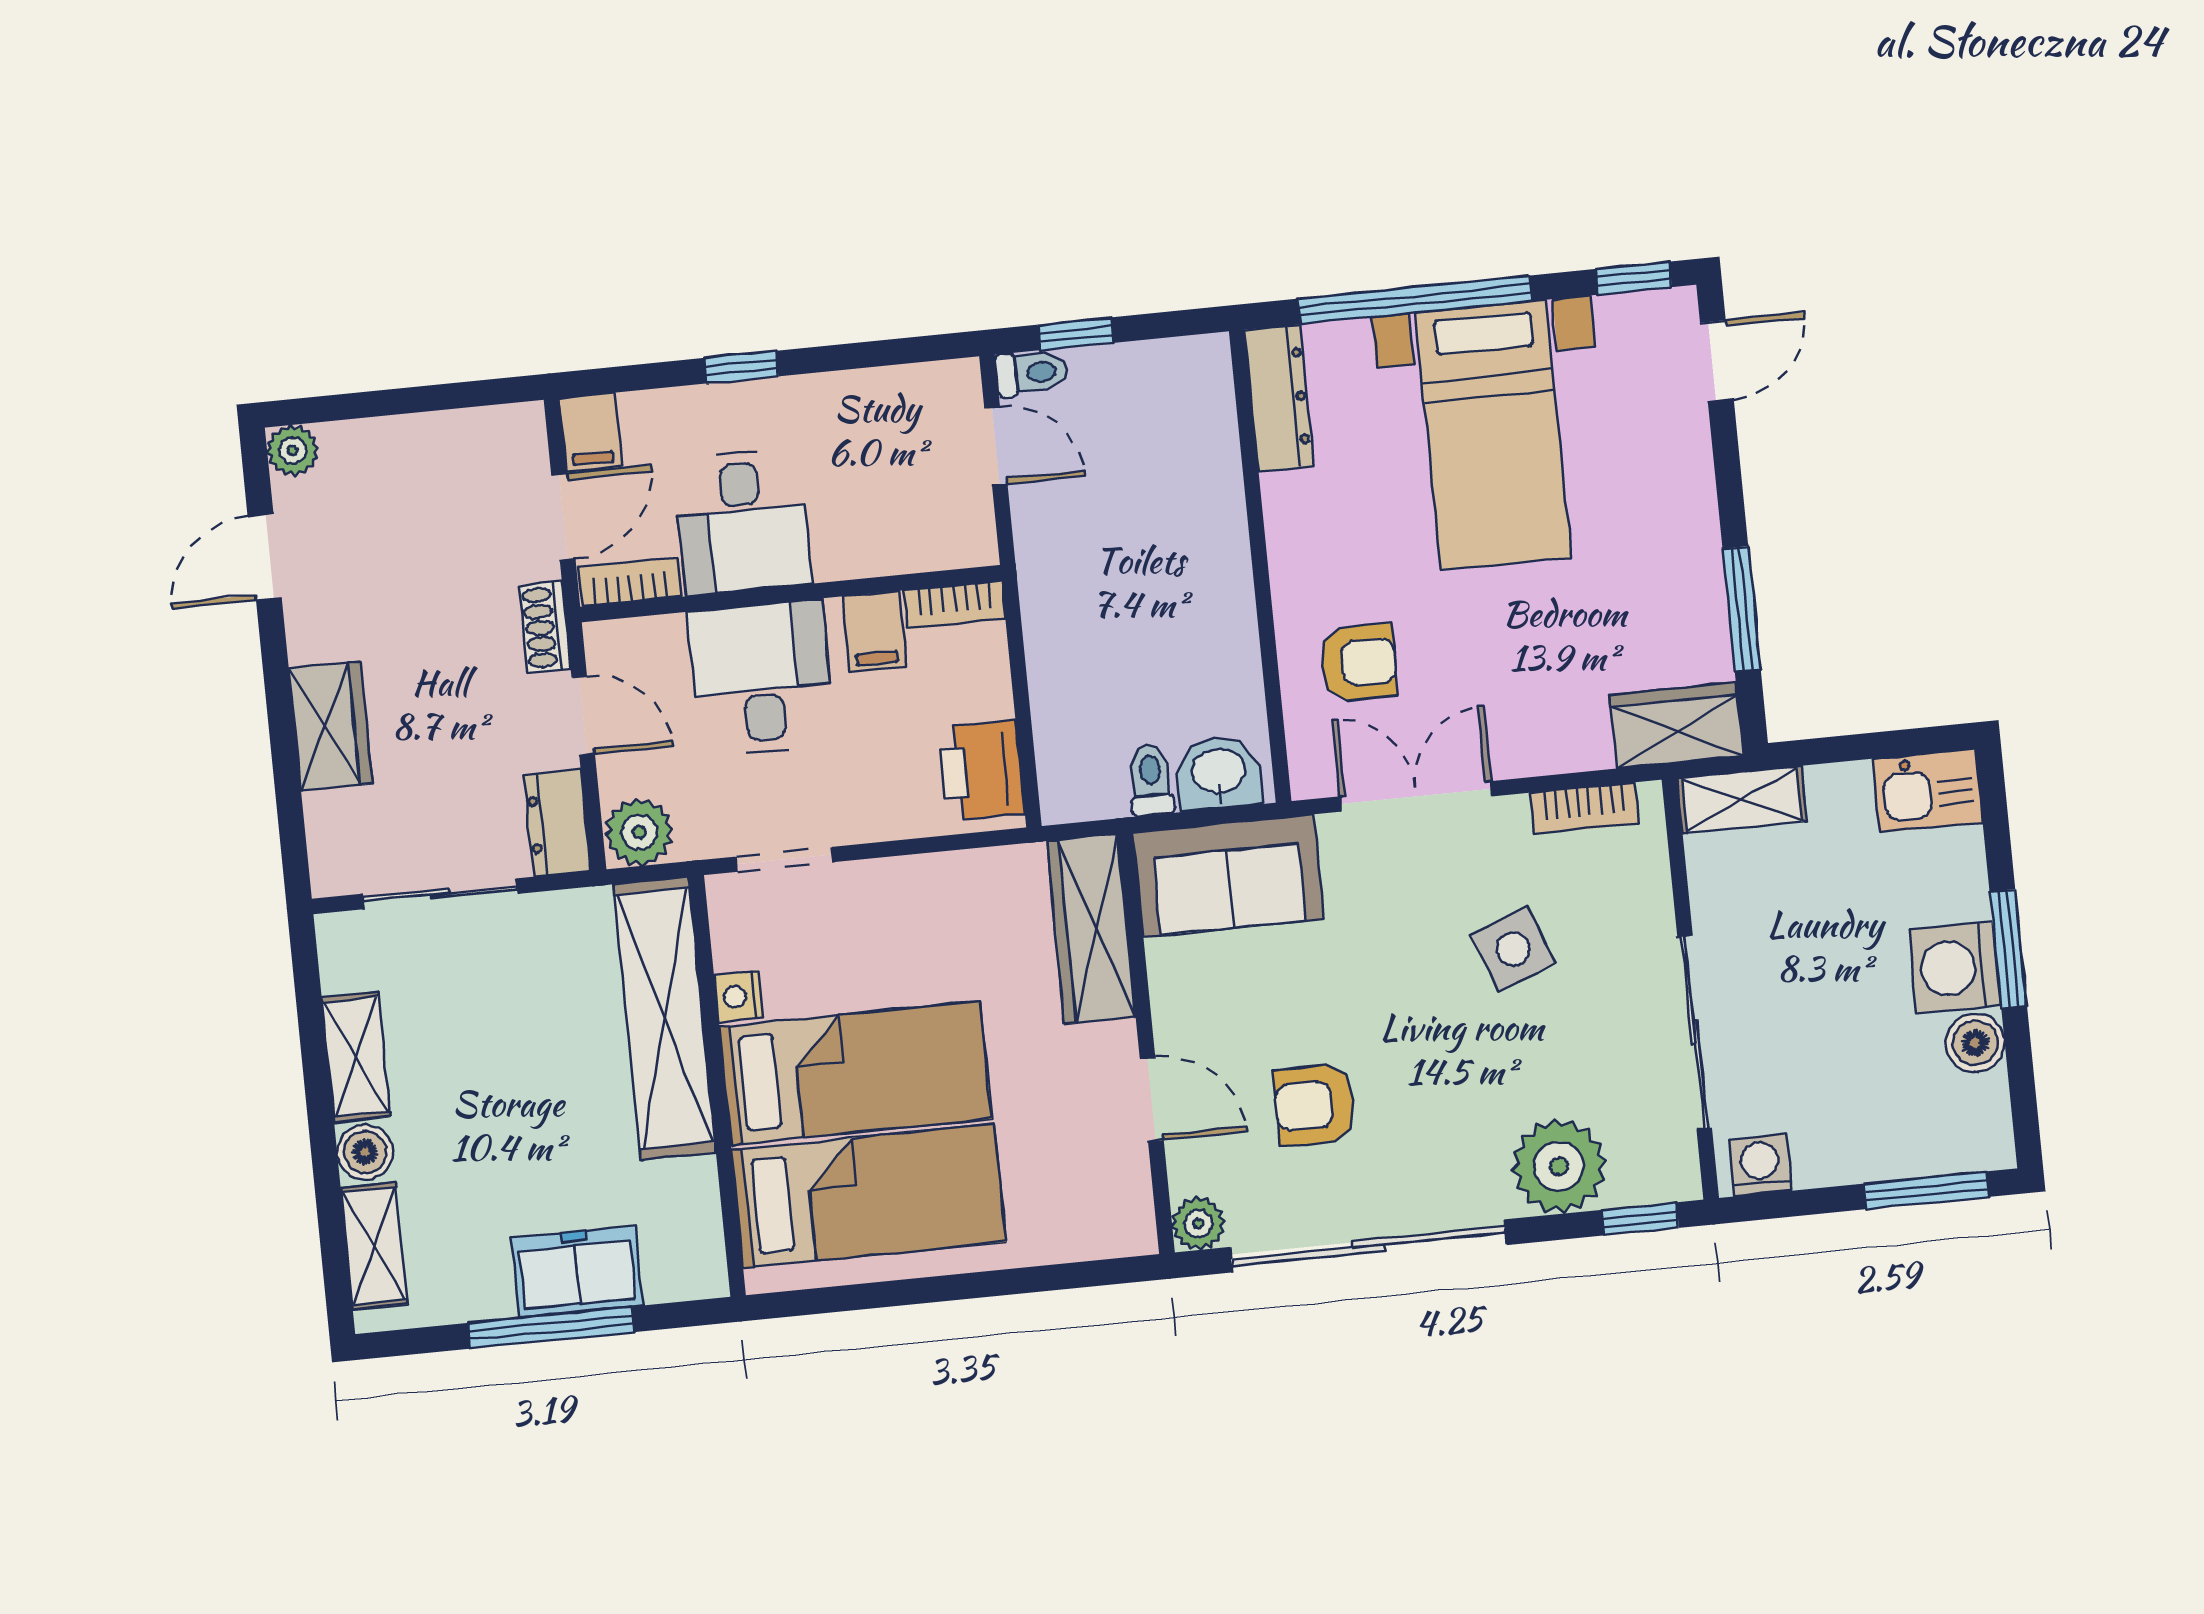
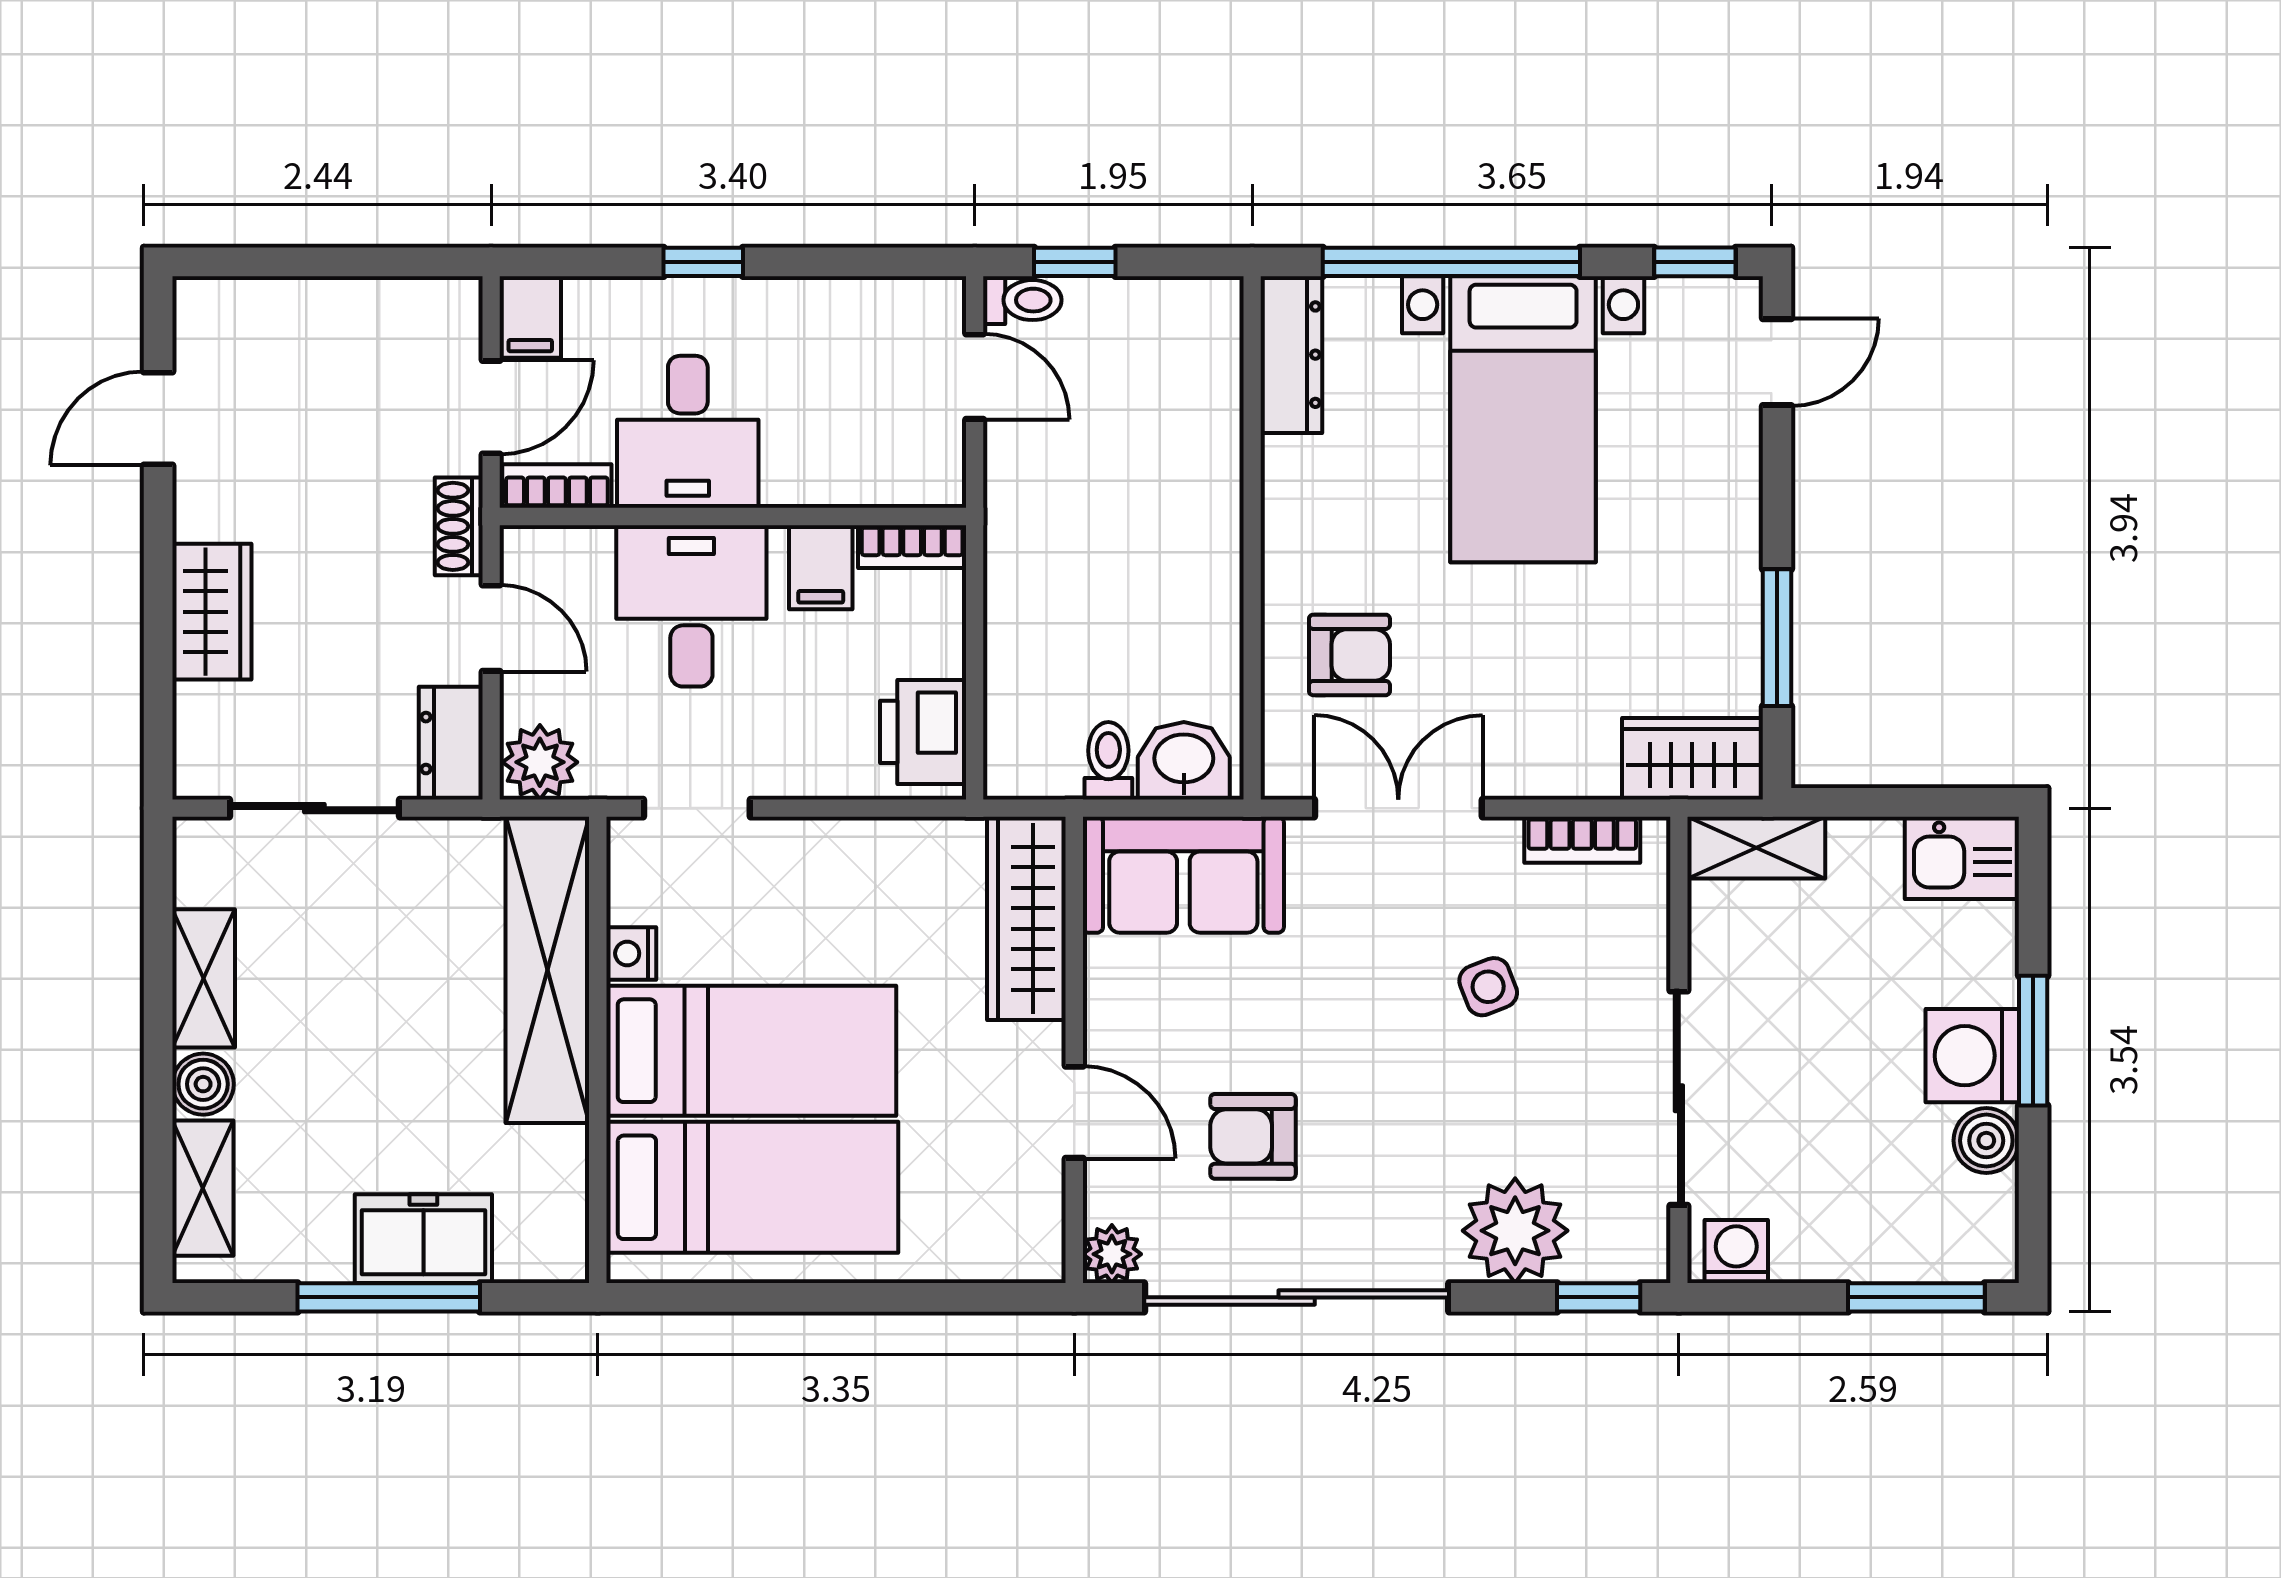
plant: (293, 451) -> (201, 304), removed
side table: (1513, 949) -> (1488, 987), width x0.73, depth x0.73

